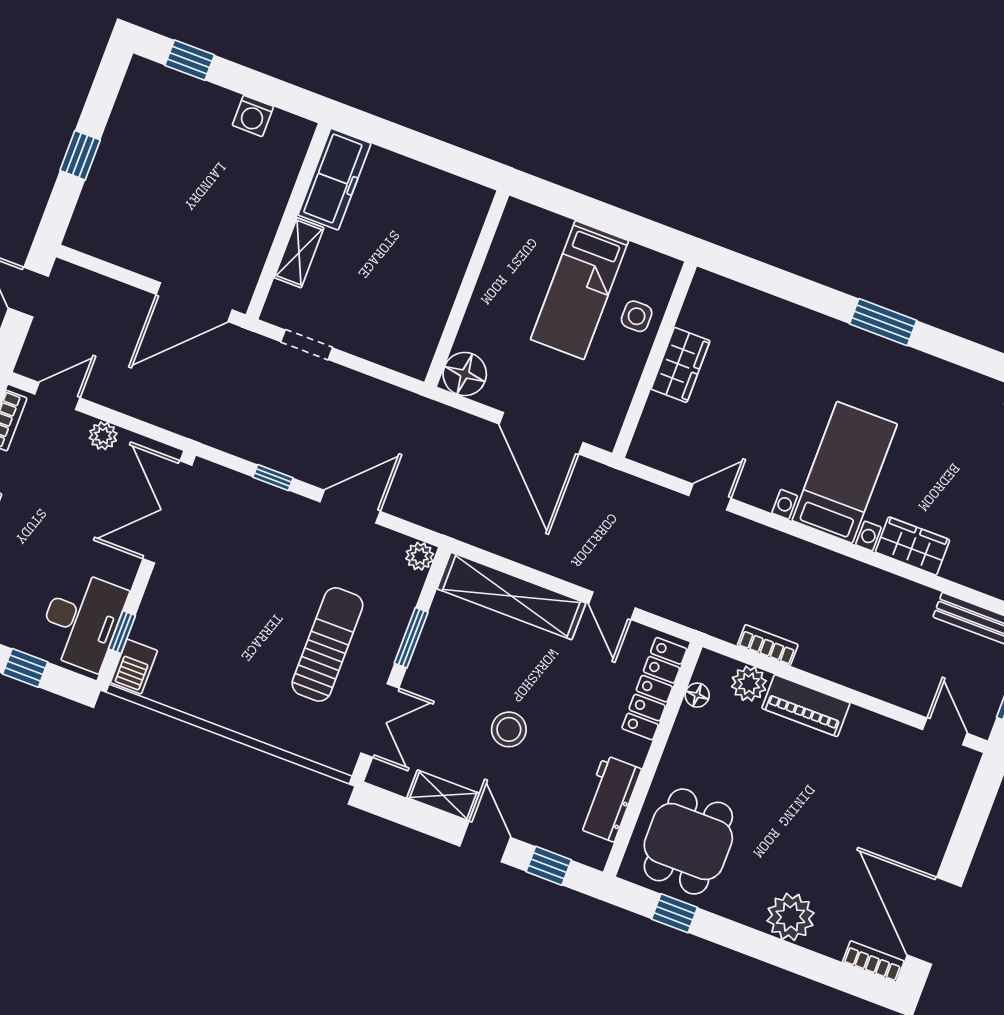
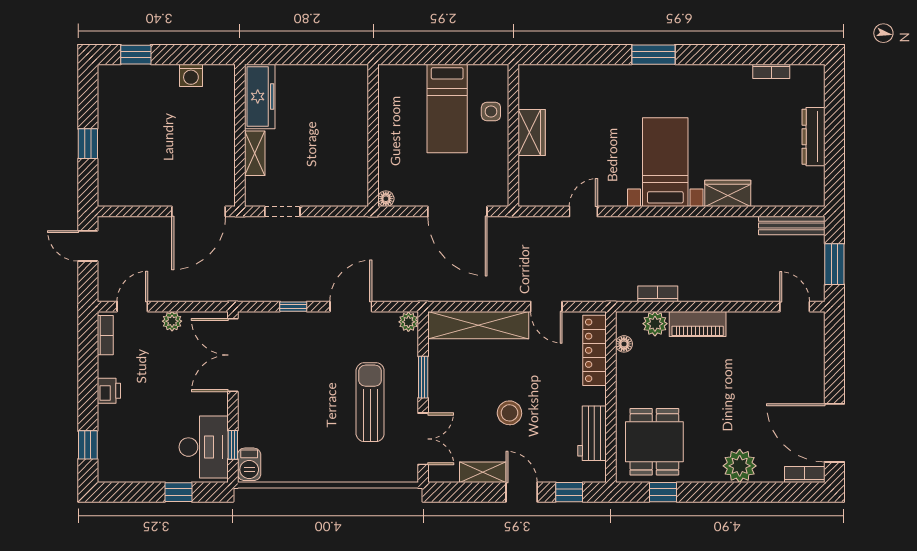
floor lamp: (465, 374) -> (386, 199), width x0.53, depth x0.53

